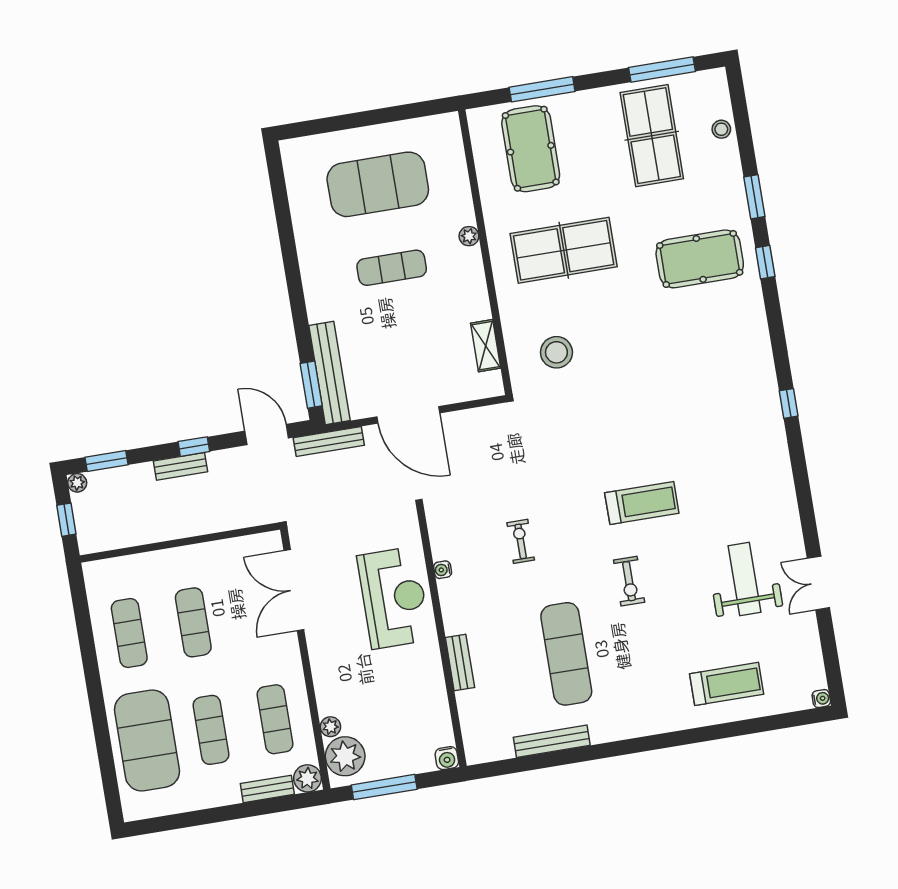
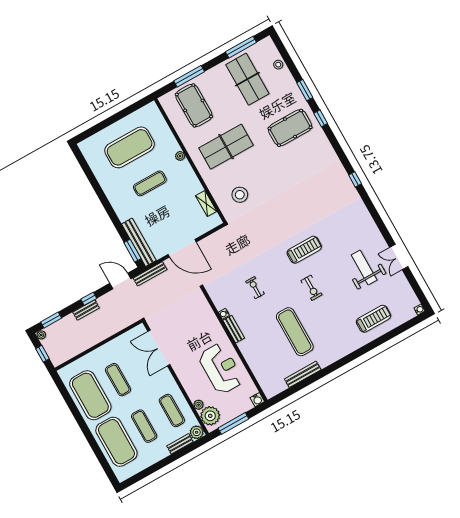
reception desk: (394, 598) -> (221, 369), moved
exercise mat: (129, 633) -> (90, 395), width x2.00, depth x1.45
bench: (460, 662) -> (234, 329), moved

